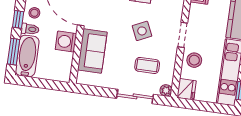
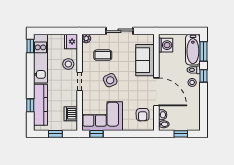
washing machine: (66, 42) -> (166, 45), moved
sliding door: (135, 96) -> (120, 31), moved

